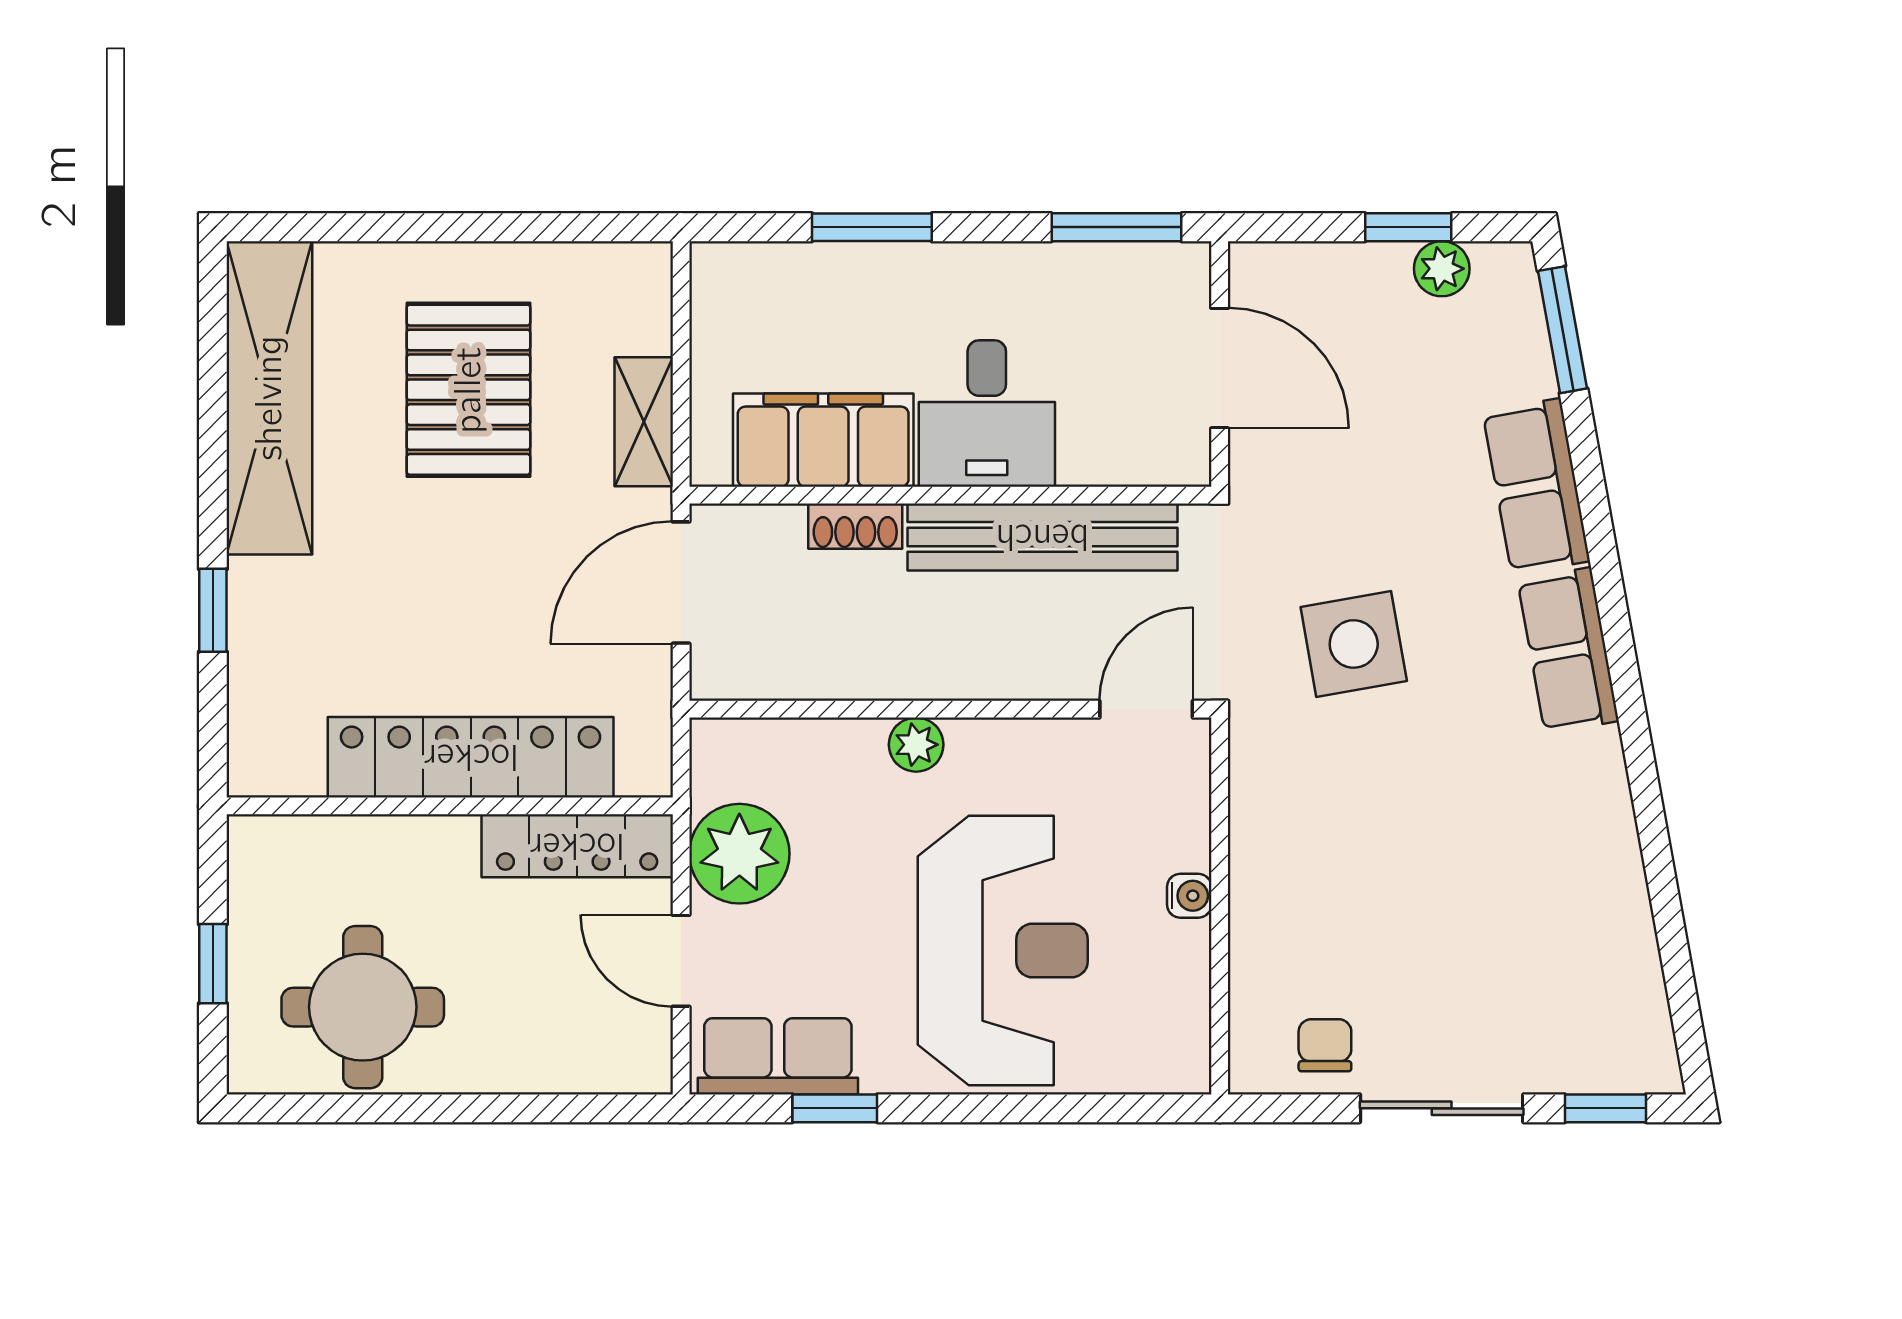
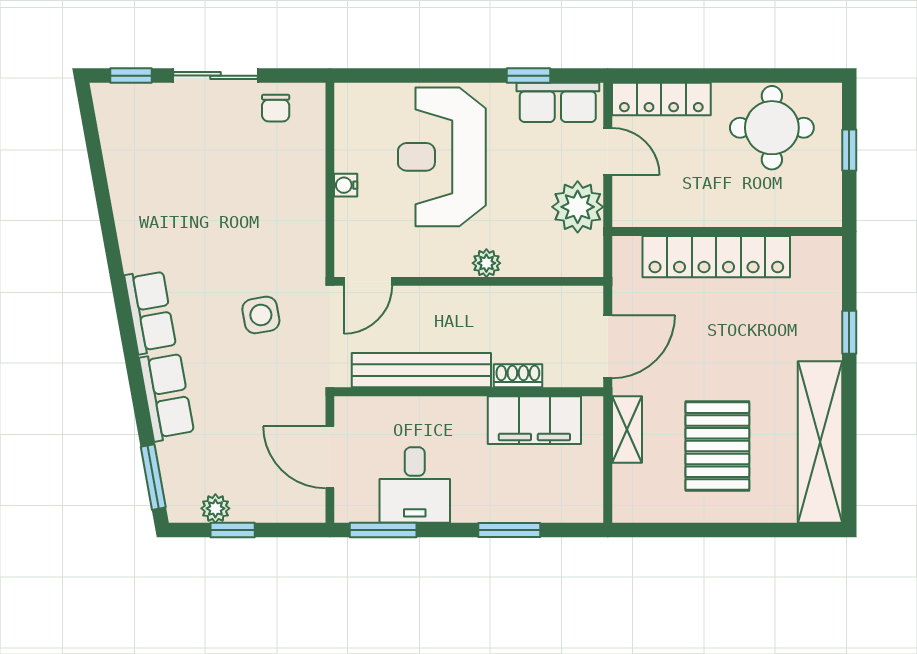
desk: (987, 413) -> (415, 485), moved, turned 180
side table: (1354, 644) -> (261, 315), width x0.73, depth x0.73
locker: (577, 846) -> (661, 99), moved, turned 180

